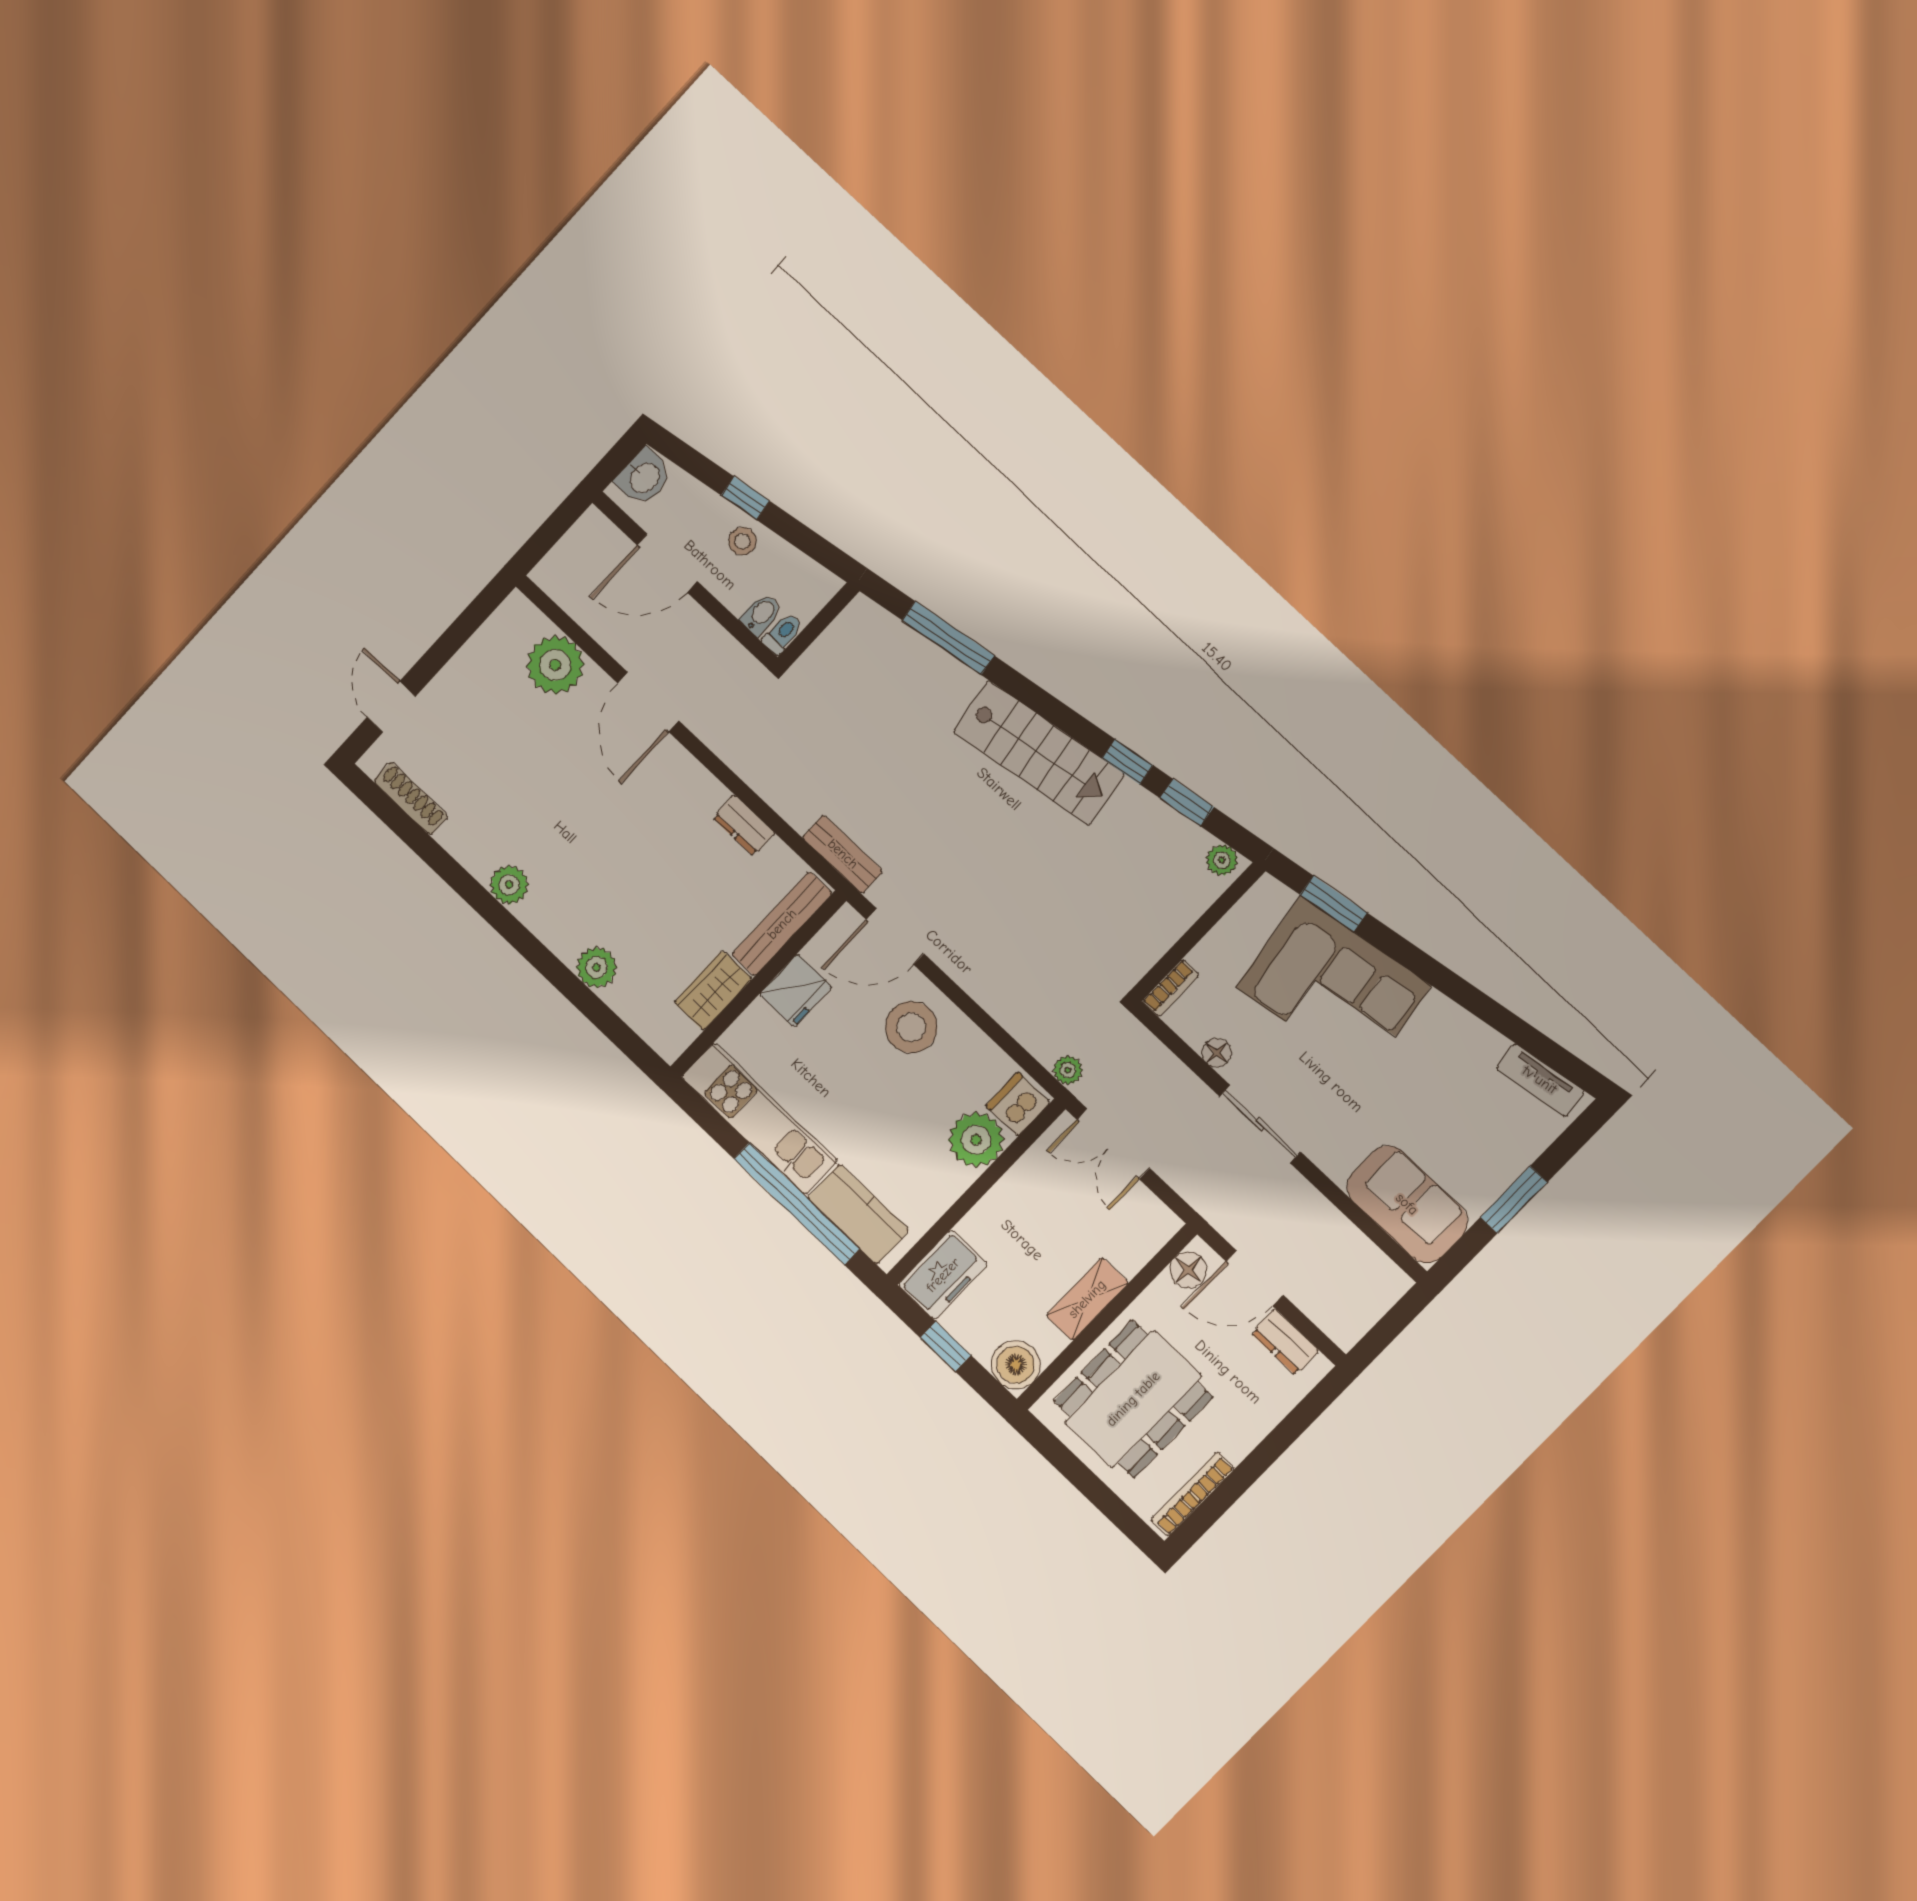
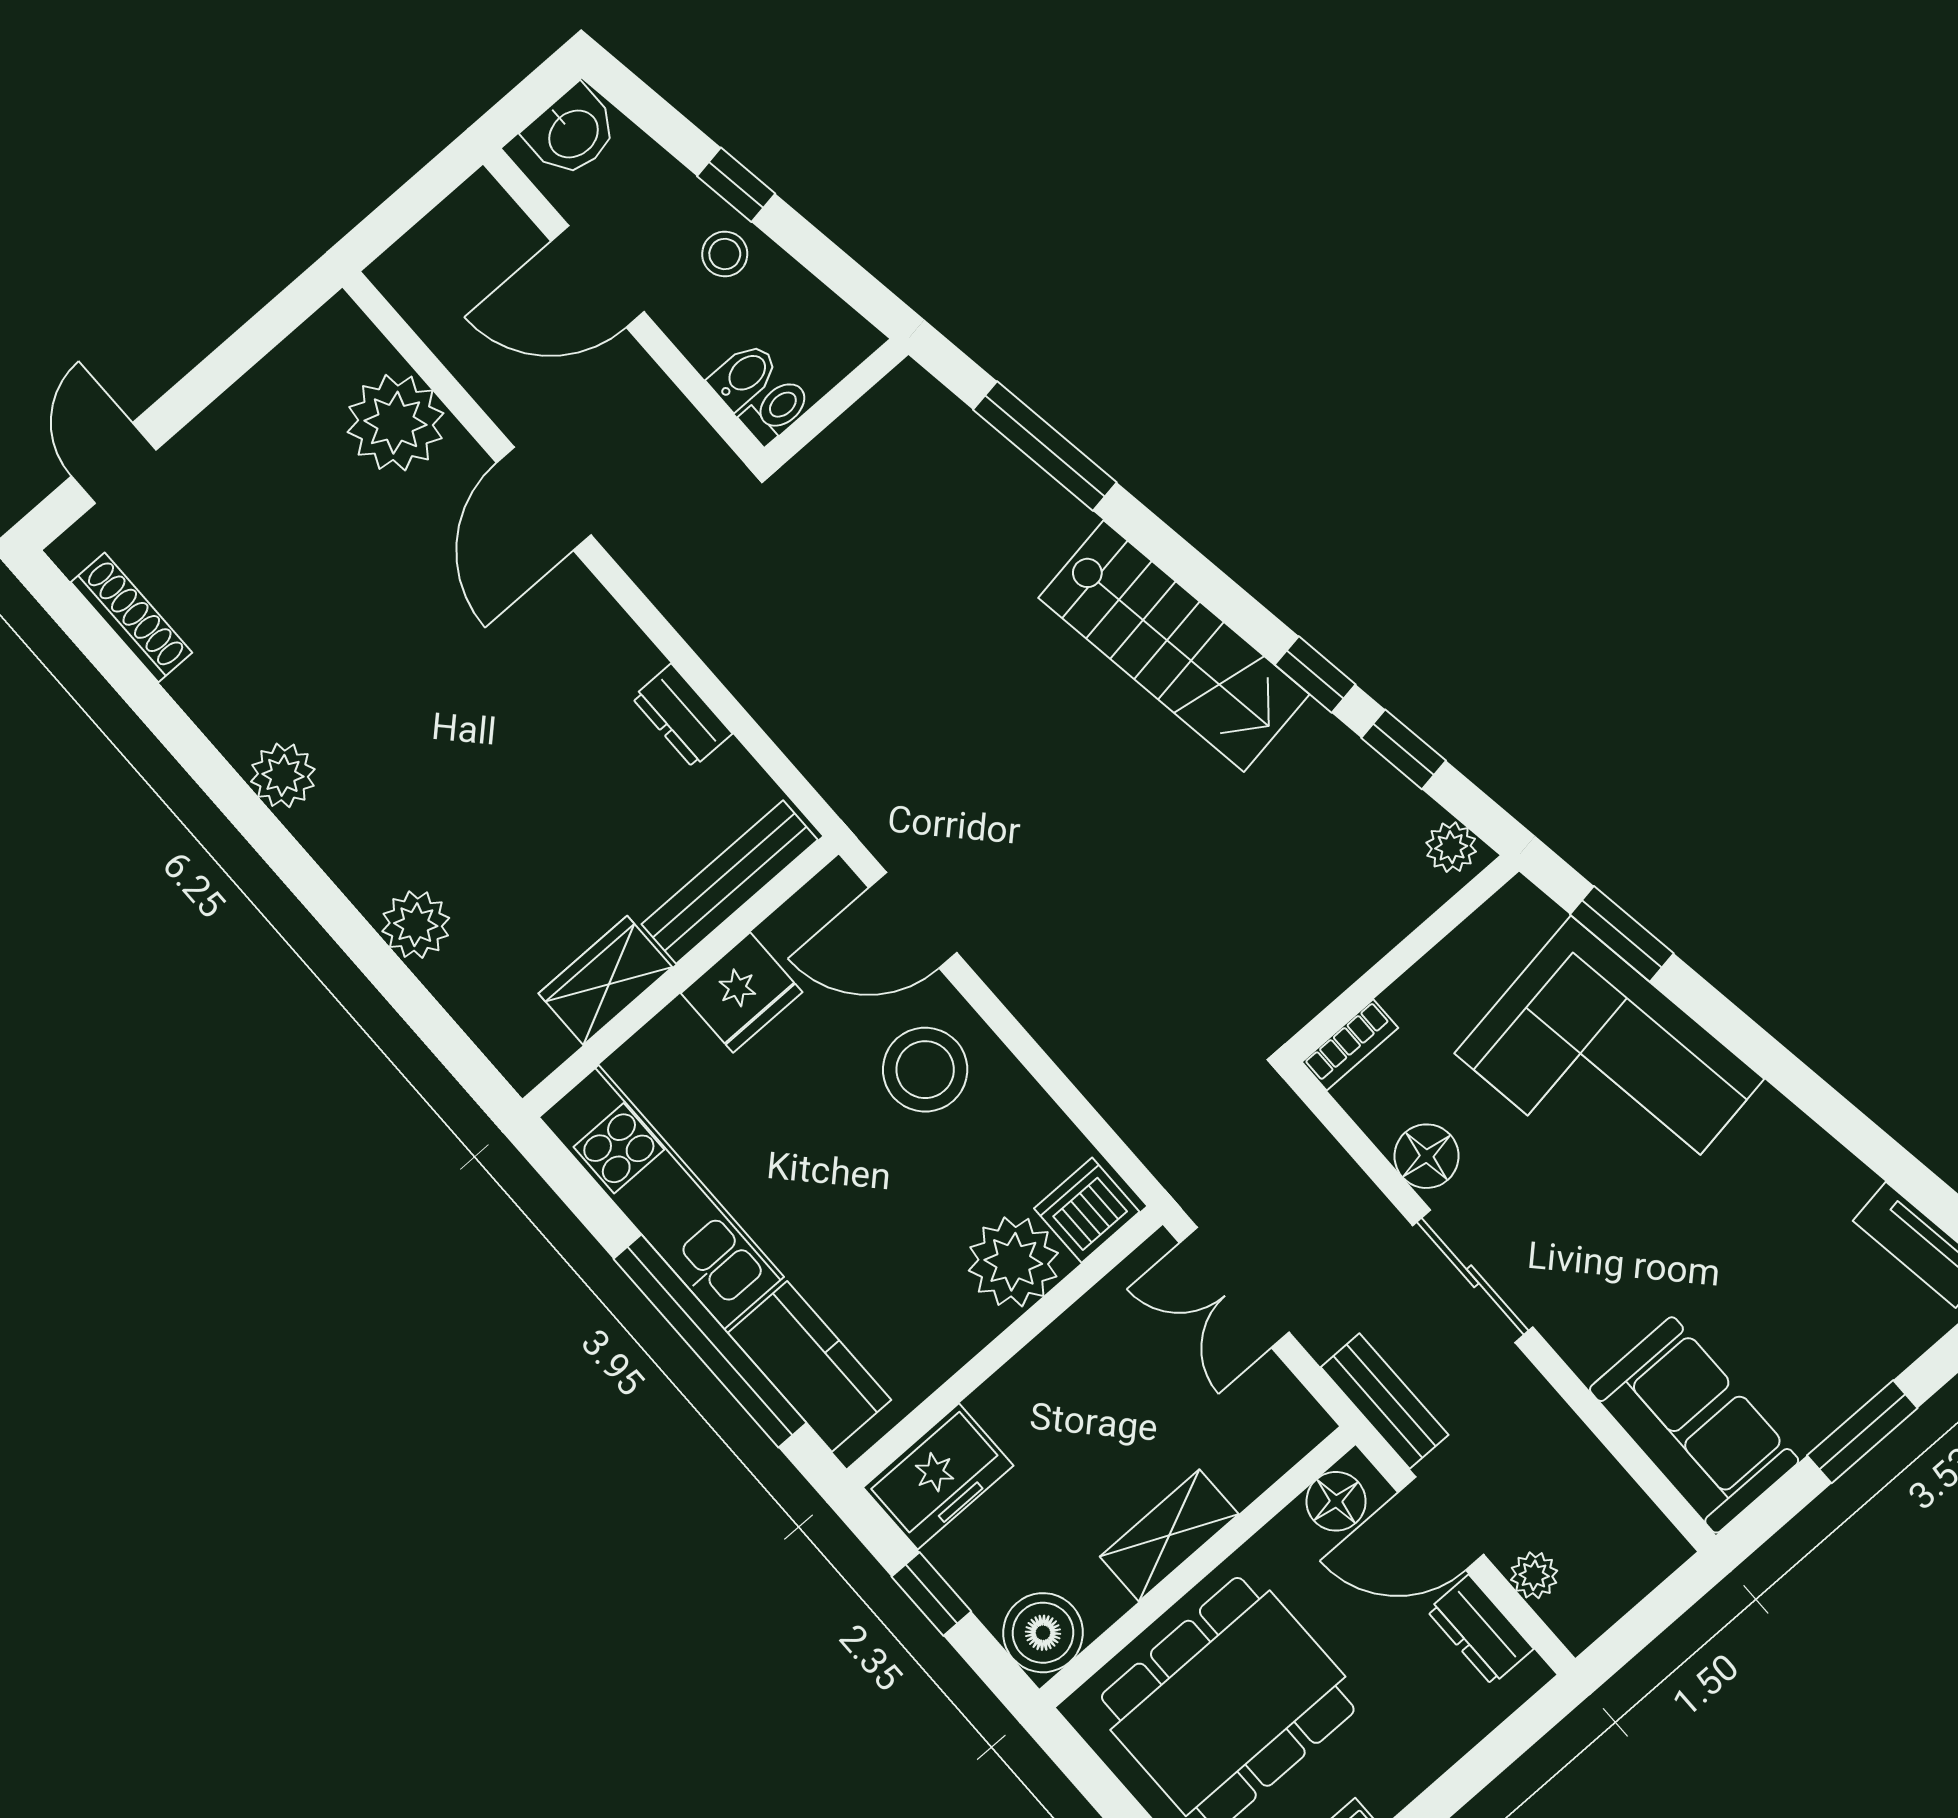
bench: (843, 854) -> (1385, 1401), moved
floor lamp: (1217, 1053) -> (1427, 1156), width x1.37, depth x1.37
plant: (1068, 1070) -> (1534, 1575), moved

